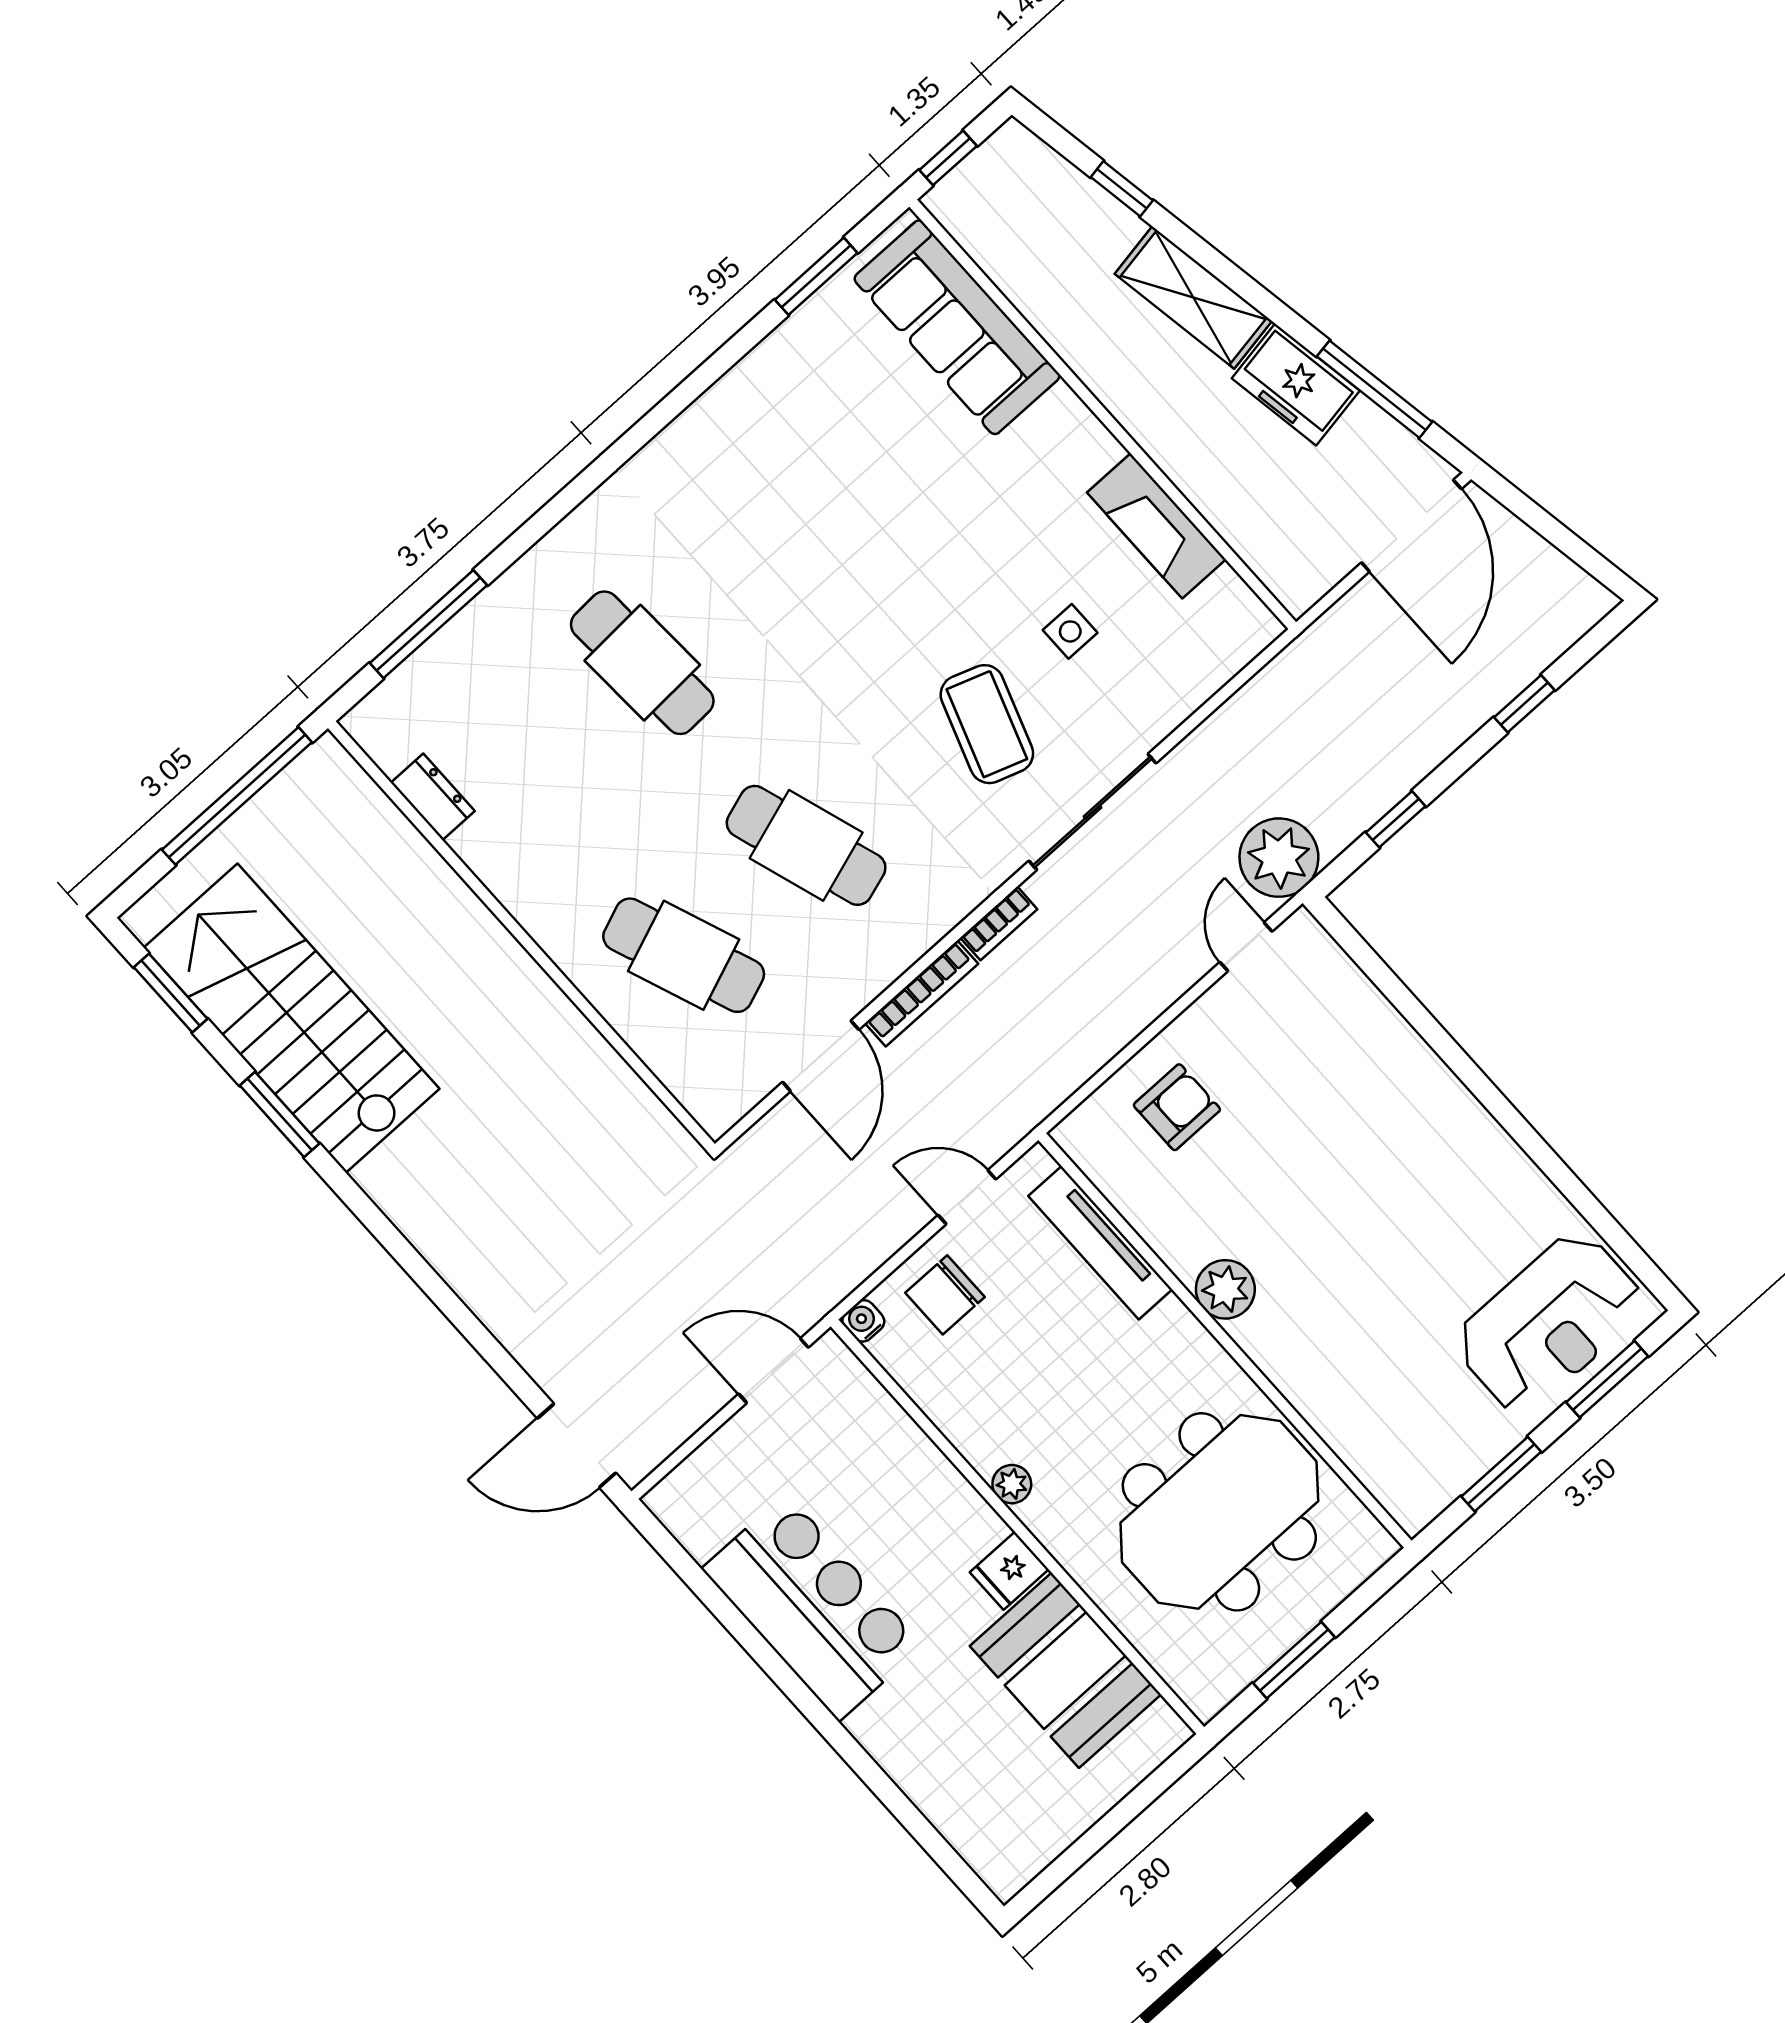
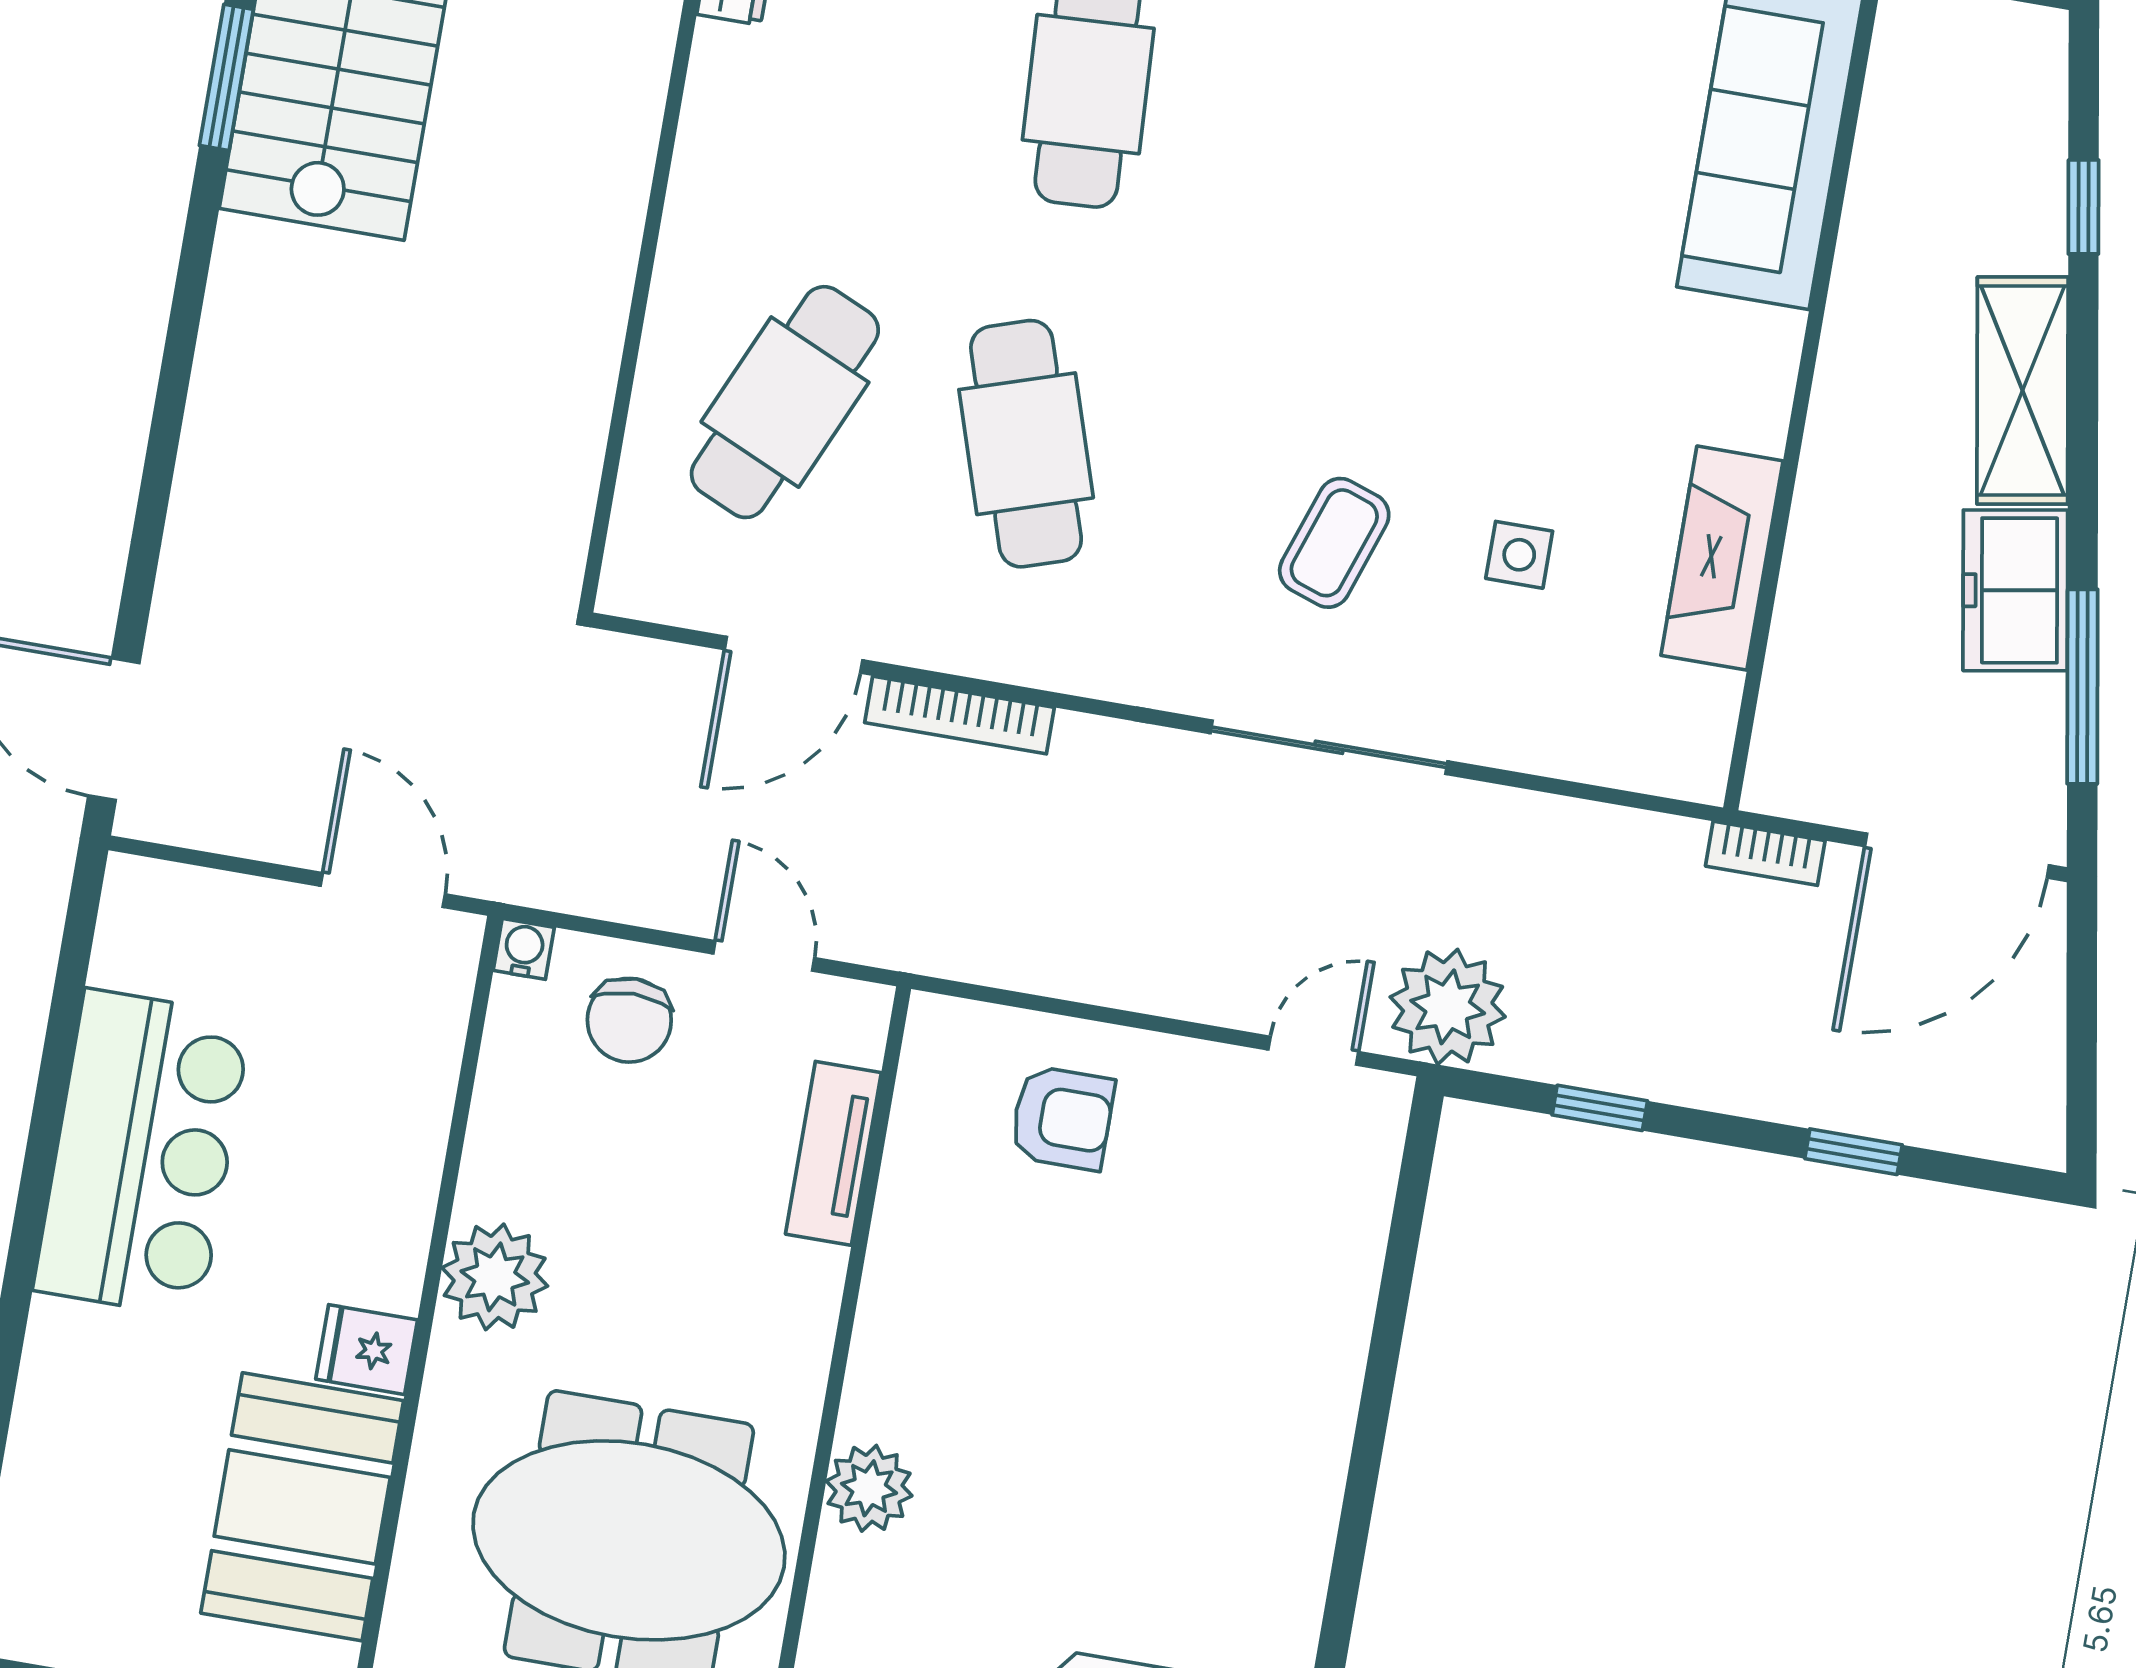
coffee table: (987, 724) -> (1334, 543), width x0.73, depth x0.77
bookcase: (999, 923) -> (1765, 853), moved
cafe table: (684, 955) -> (785, 402), turned 45
tv unit: (1100, 1243) -> (833, 1153), width x0.71
plant: (1225, 1289) -> (869, 1488), moved
chair: (945, 1295) -> (629, 1020), turned -90
plant: (1012, 1484) -> (495, 1277), width x1.88, depth x1.88

